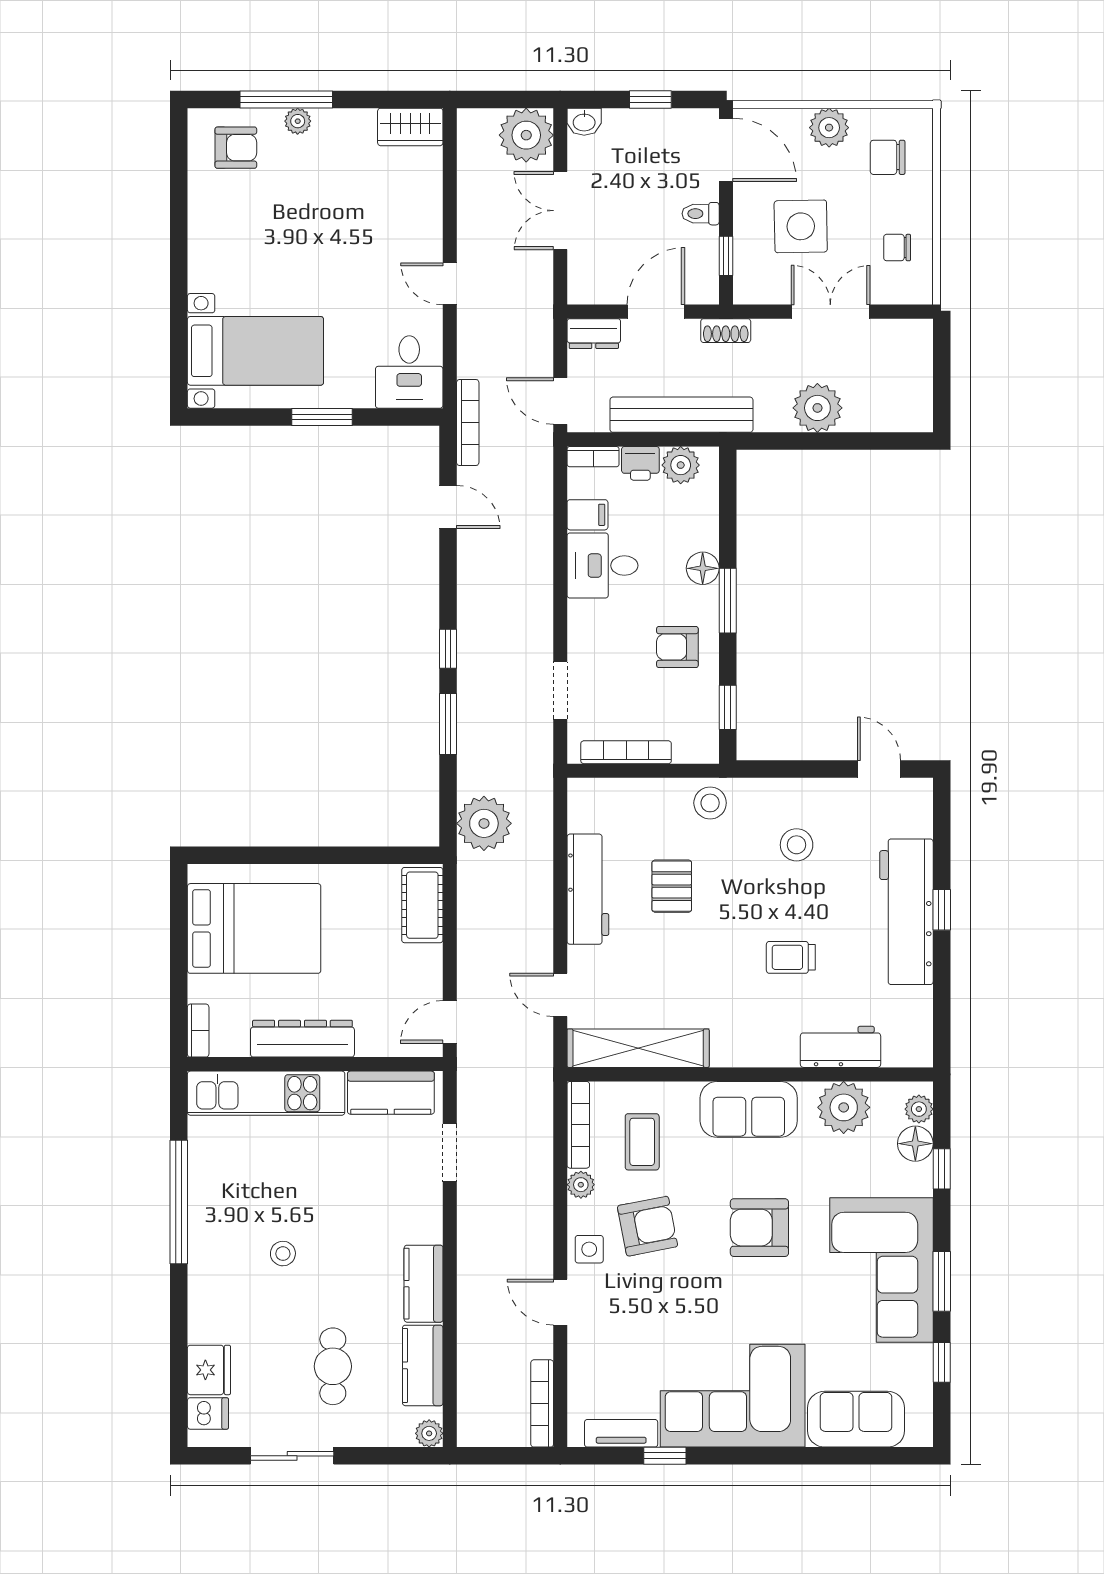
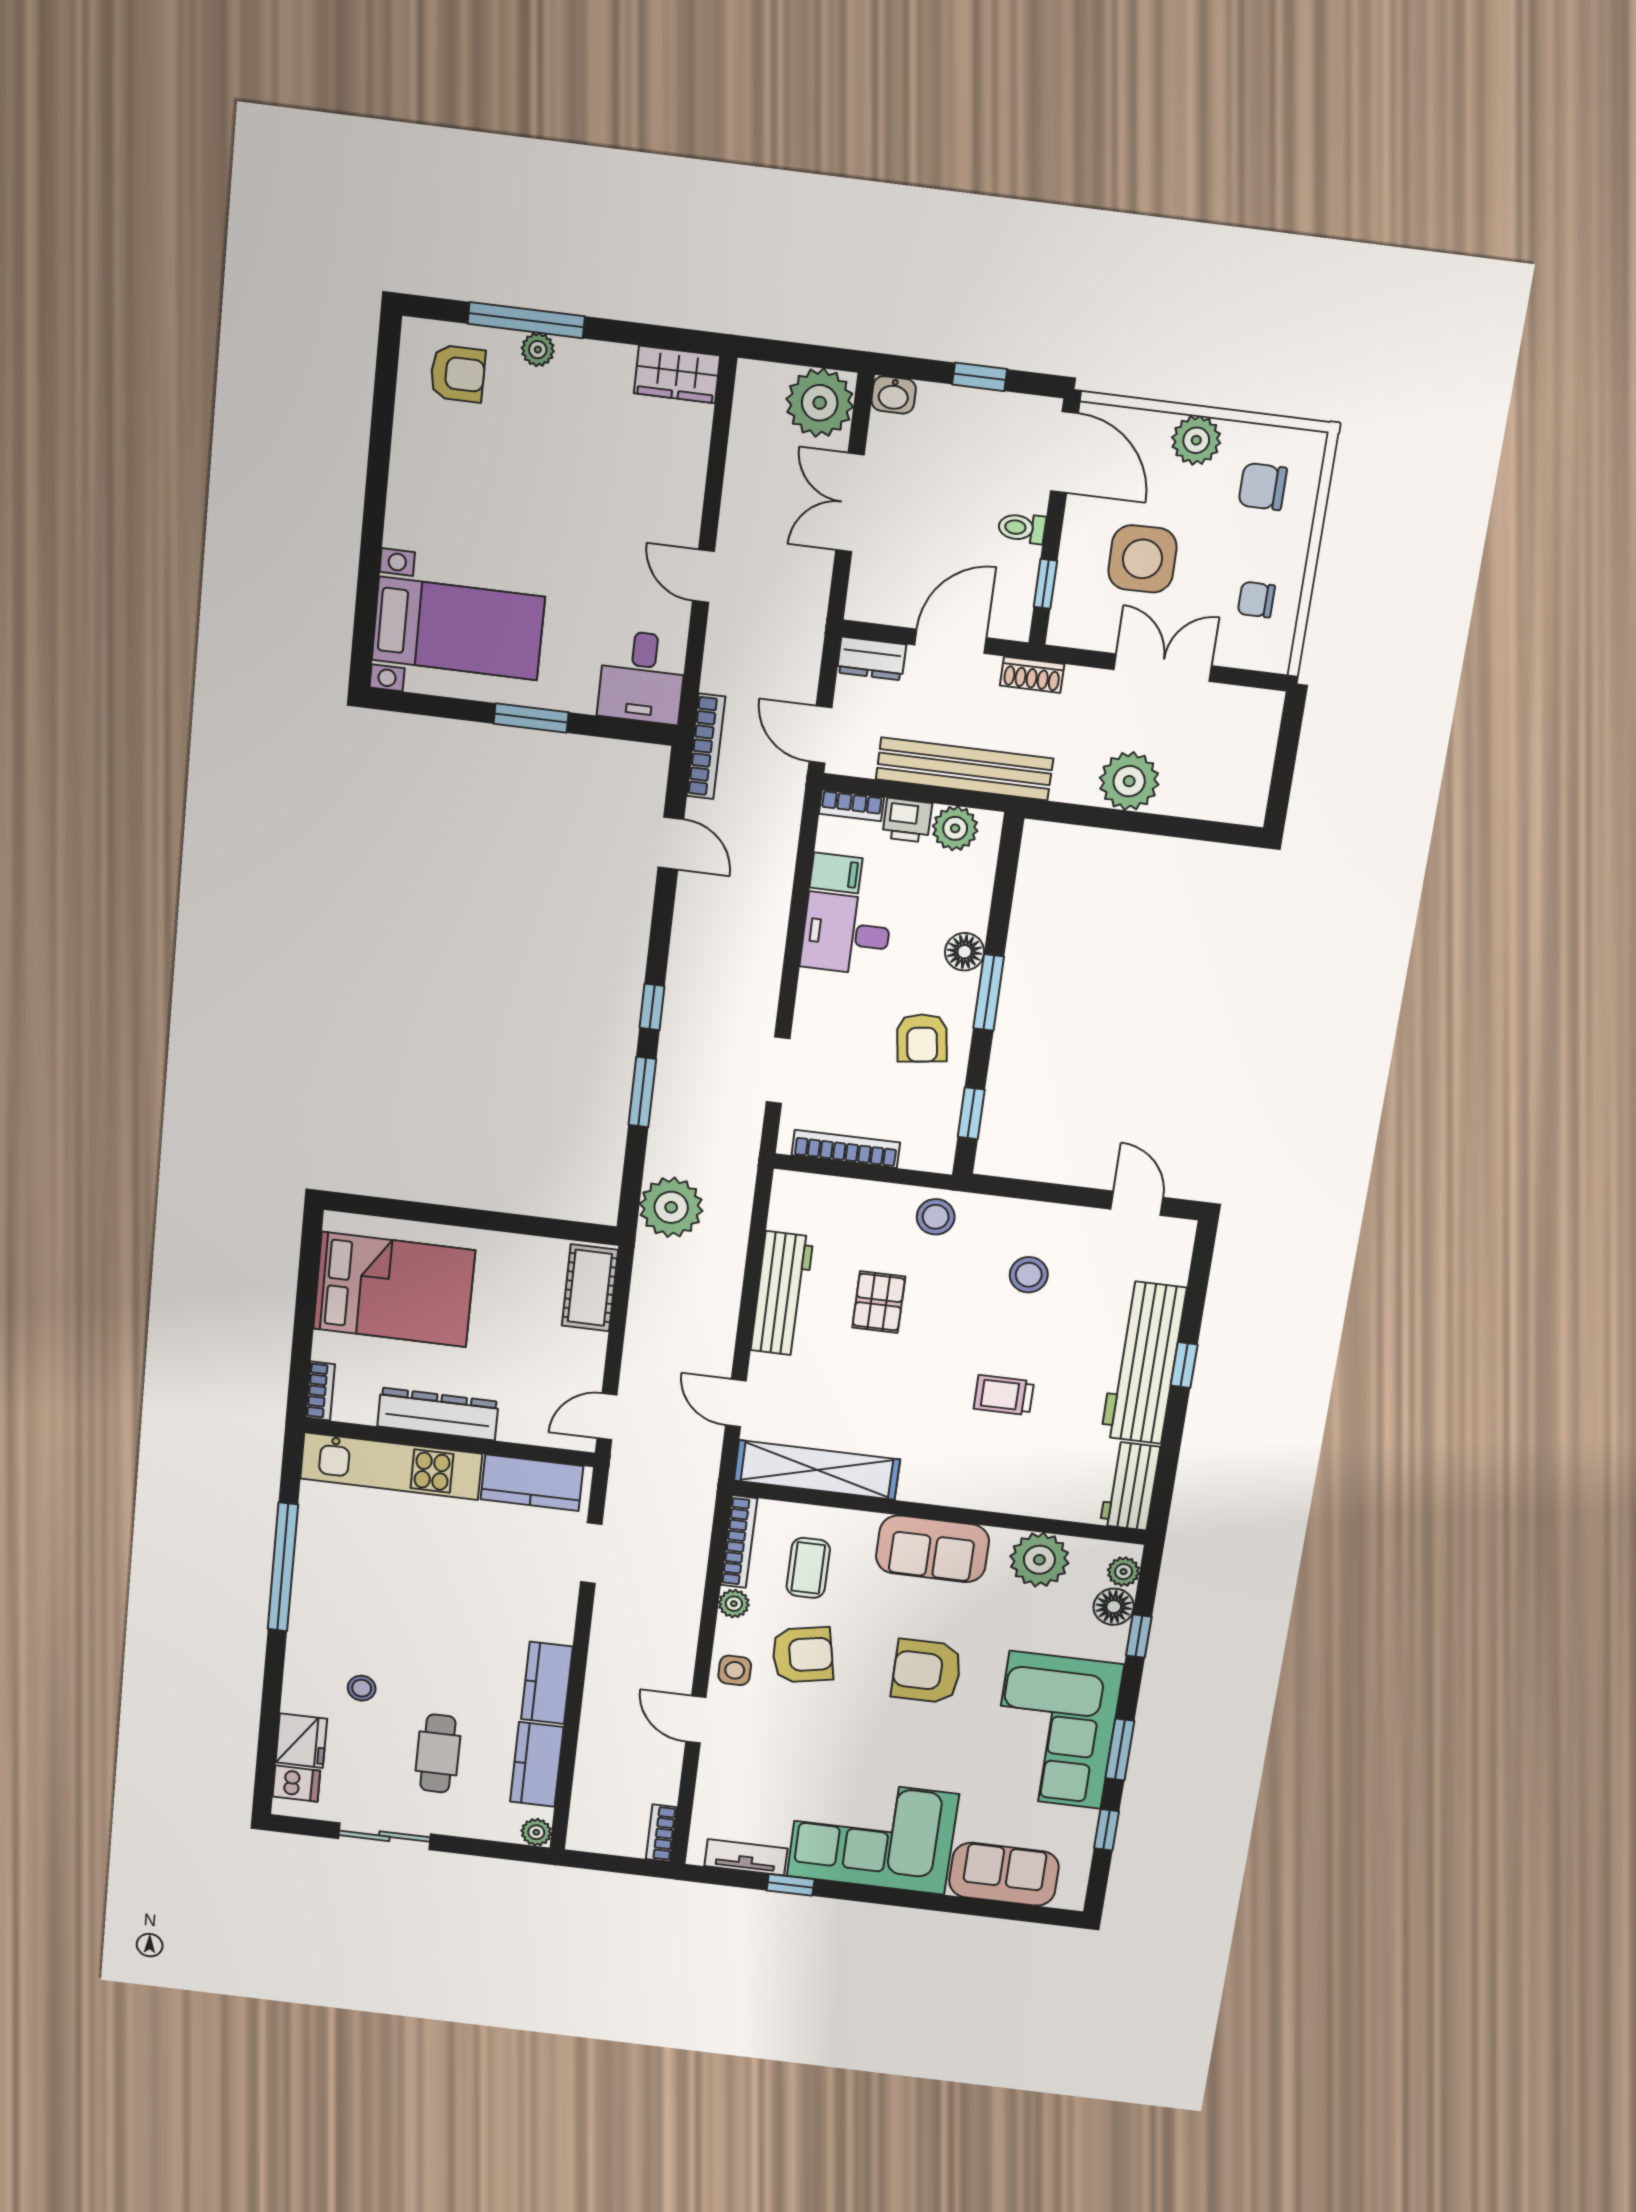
armchair: (677, 647) -> (922, 1038), turned -98
workbench: (840, 1047) -> (1130, 1486), moved, turned -90
stool: (283, 1254) -> (362, 1688), moved
bookcase: (542, 1403) -> (661, 1833), width x0.64

